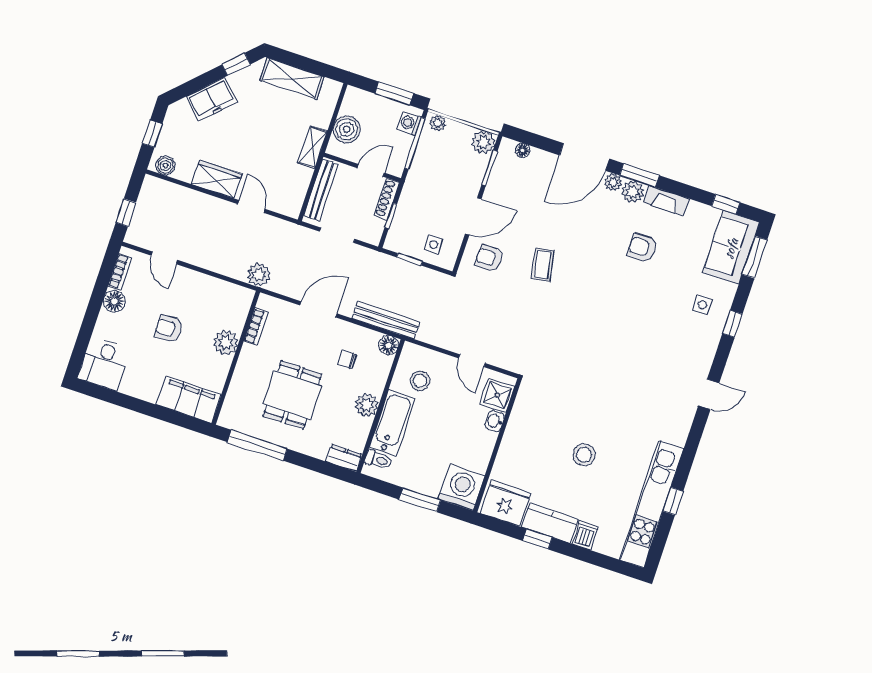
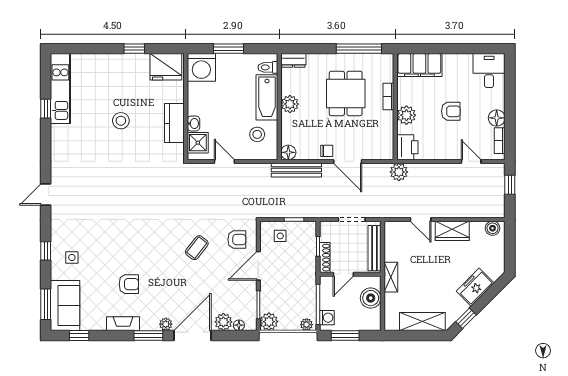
window: (152, 134) -> (510, 248), removed
plant: (633, 192) -> (223, 322), moved
coffee table: (542, 265) -> (197, 248), turned 48
printer: (238, 302) -> (407, 147), added
door: (318, 309) -> (348, 161), hinge flipped
bookcase: (256, 327) -> (388, 97), moved
chair: (347, 359) -> (327, 151), moved
kitchen unit: (652, 504) -> (60, 89), width x0.73
kitchen counter: (550, 523) -> (174, 123), moved, turned 90
dishwasher: (585, 535) -> (101, 63), removed

